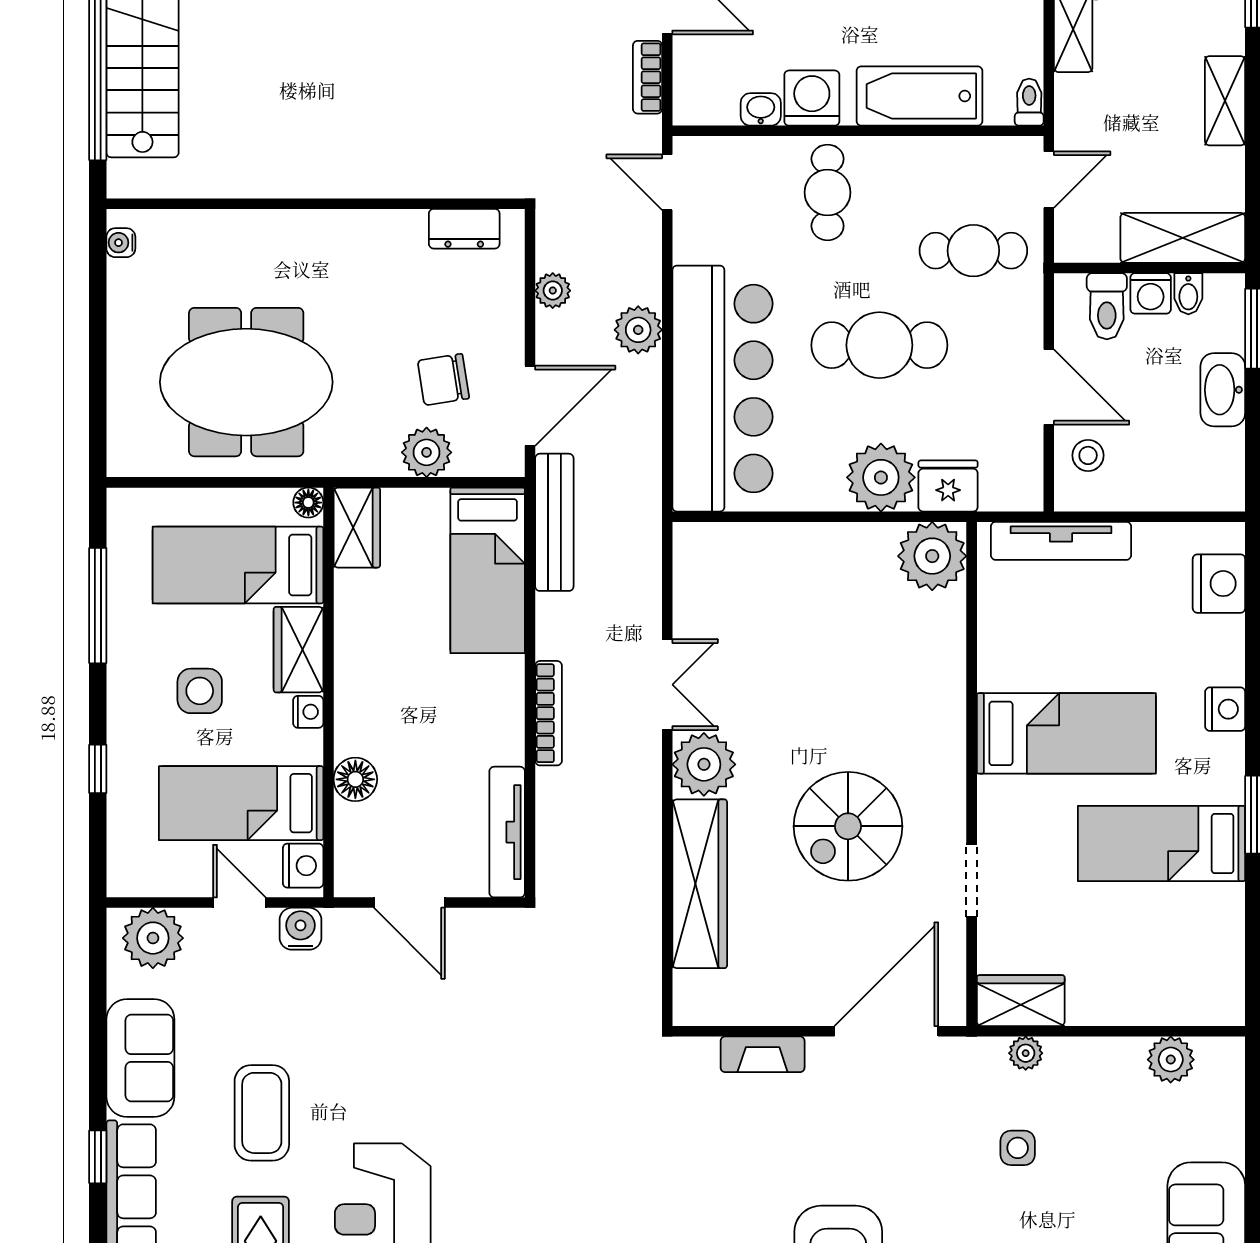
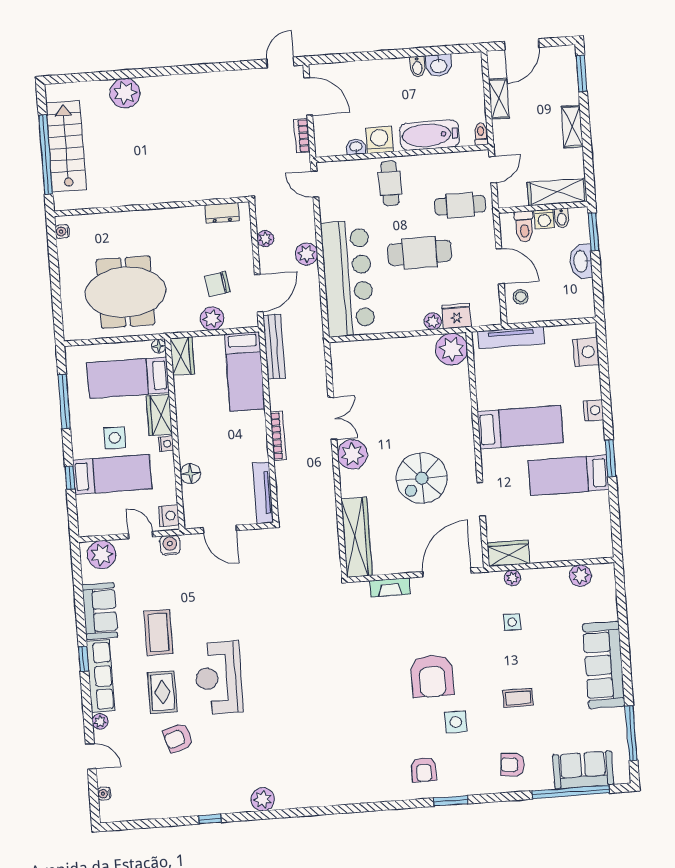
plant: (881, 477) -> (433, 321), width x0.53, depth x0.53
bed: (241, 803) -> (112, 474), moved, turned 180
wardrobe: (700, 884) -> (357, 537), moved

